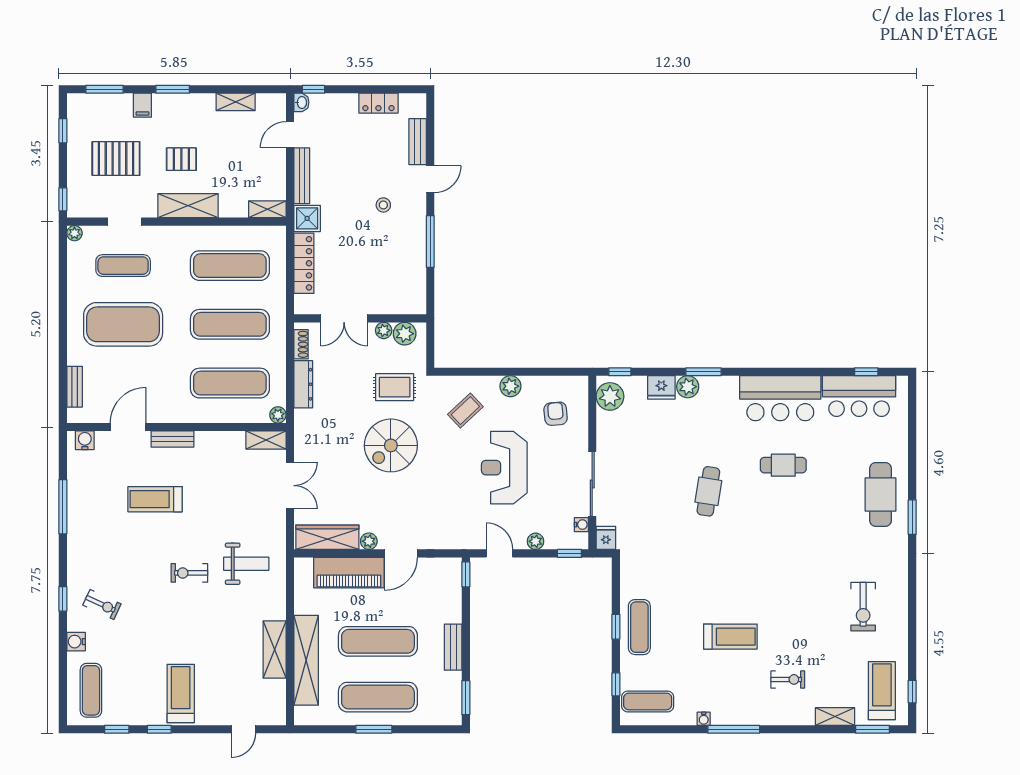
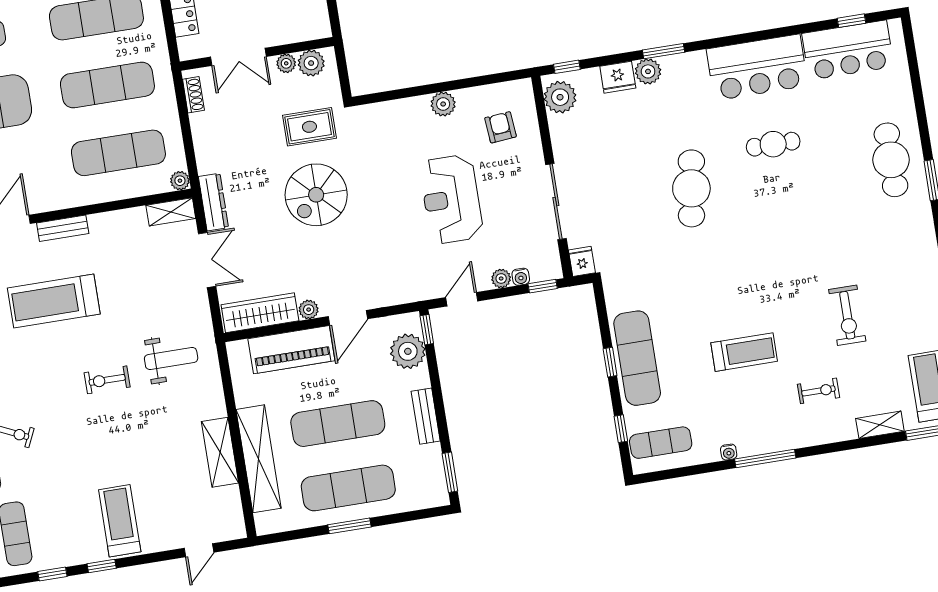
dresser: (303, 384) -> (213, 202), moved
coffee table: (465, 411) -> (396, 141), removed
cafe table: (708, 491) -> (691, 188), width x1.37, depth x1.35
treadmill: (155, 499) -> (54, 301), width x1.37, depth x1.38
water cooler: (581, 525) -> (521, 277), moved, turned 90
door: (499, 553) -> (462, 299), hinge flipped
plant: (447, 590) -> (408, 351), added
exercise bike: (863, 607) -> (847, 315), moved
exercise mat: (639, 627) -> (637, 358), width x1.36, depth x1.45

